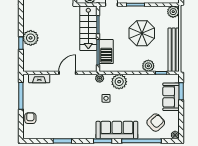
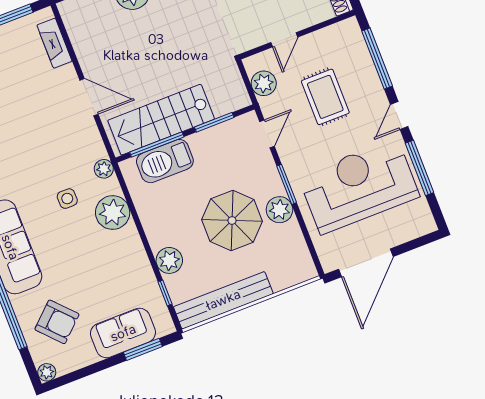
plant: (173, 12) -> (279, 210), moved
stairs: (88, 28) -> (161, 120), moved

